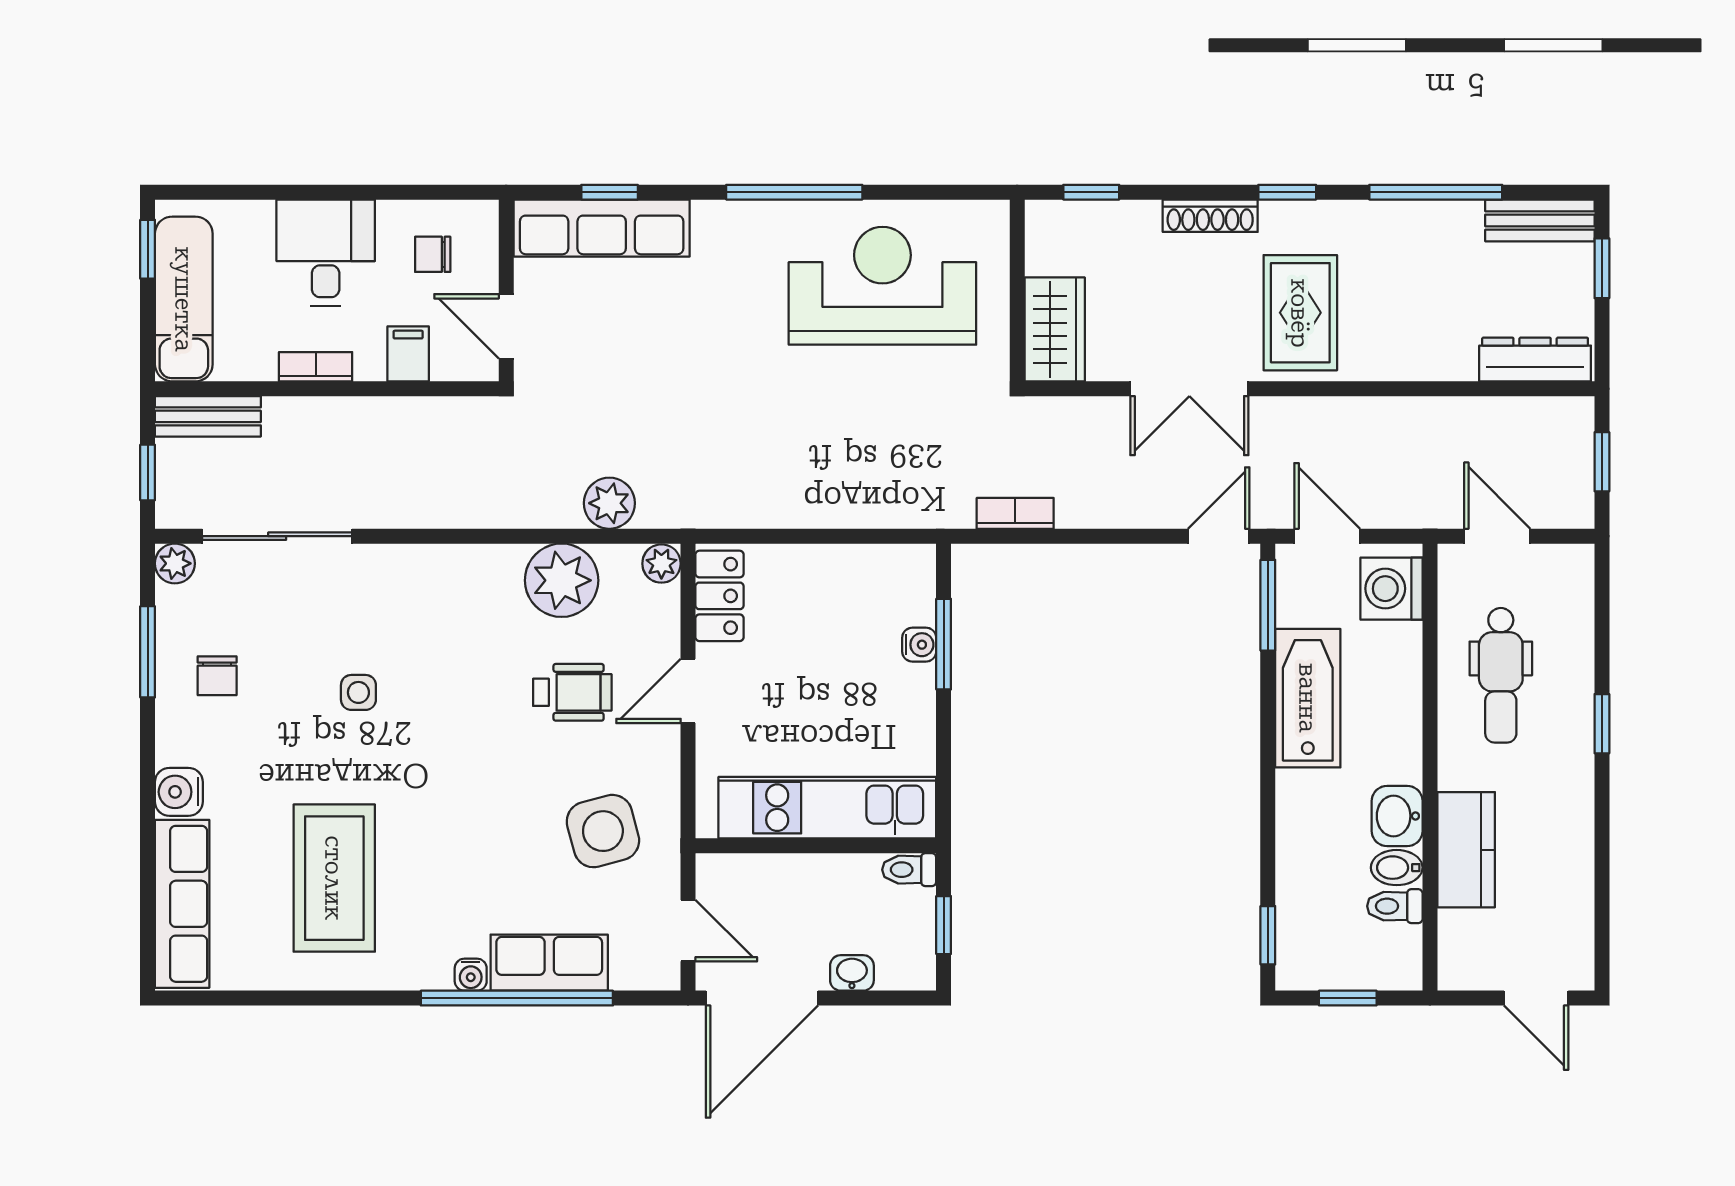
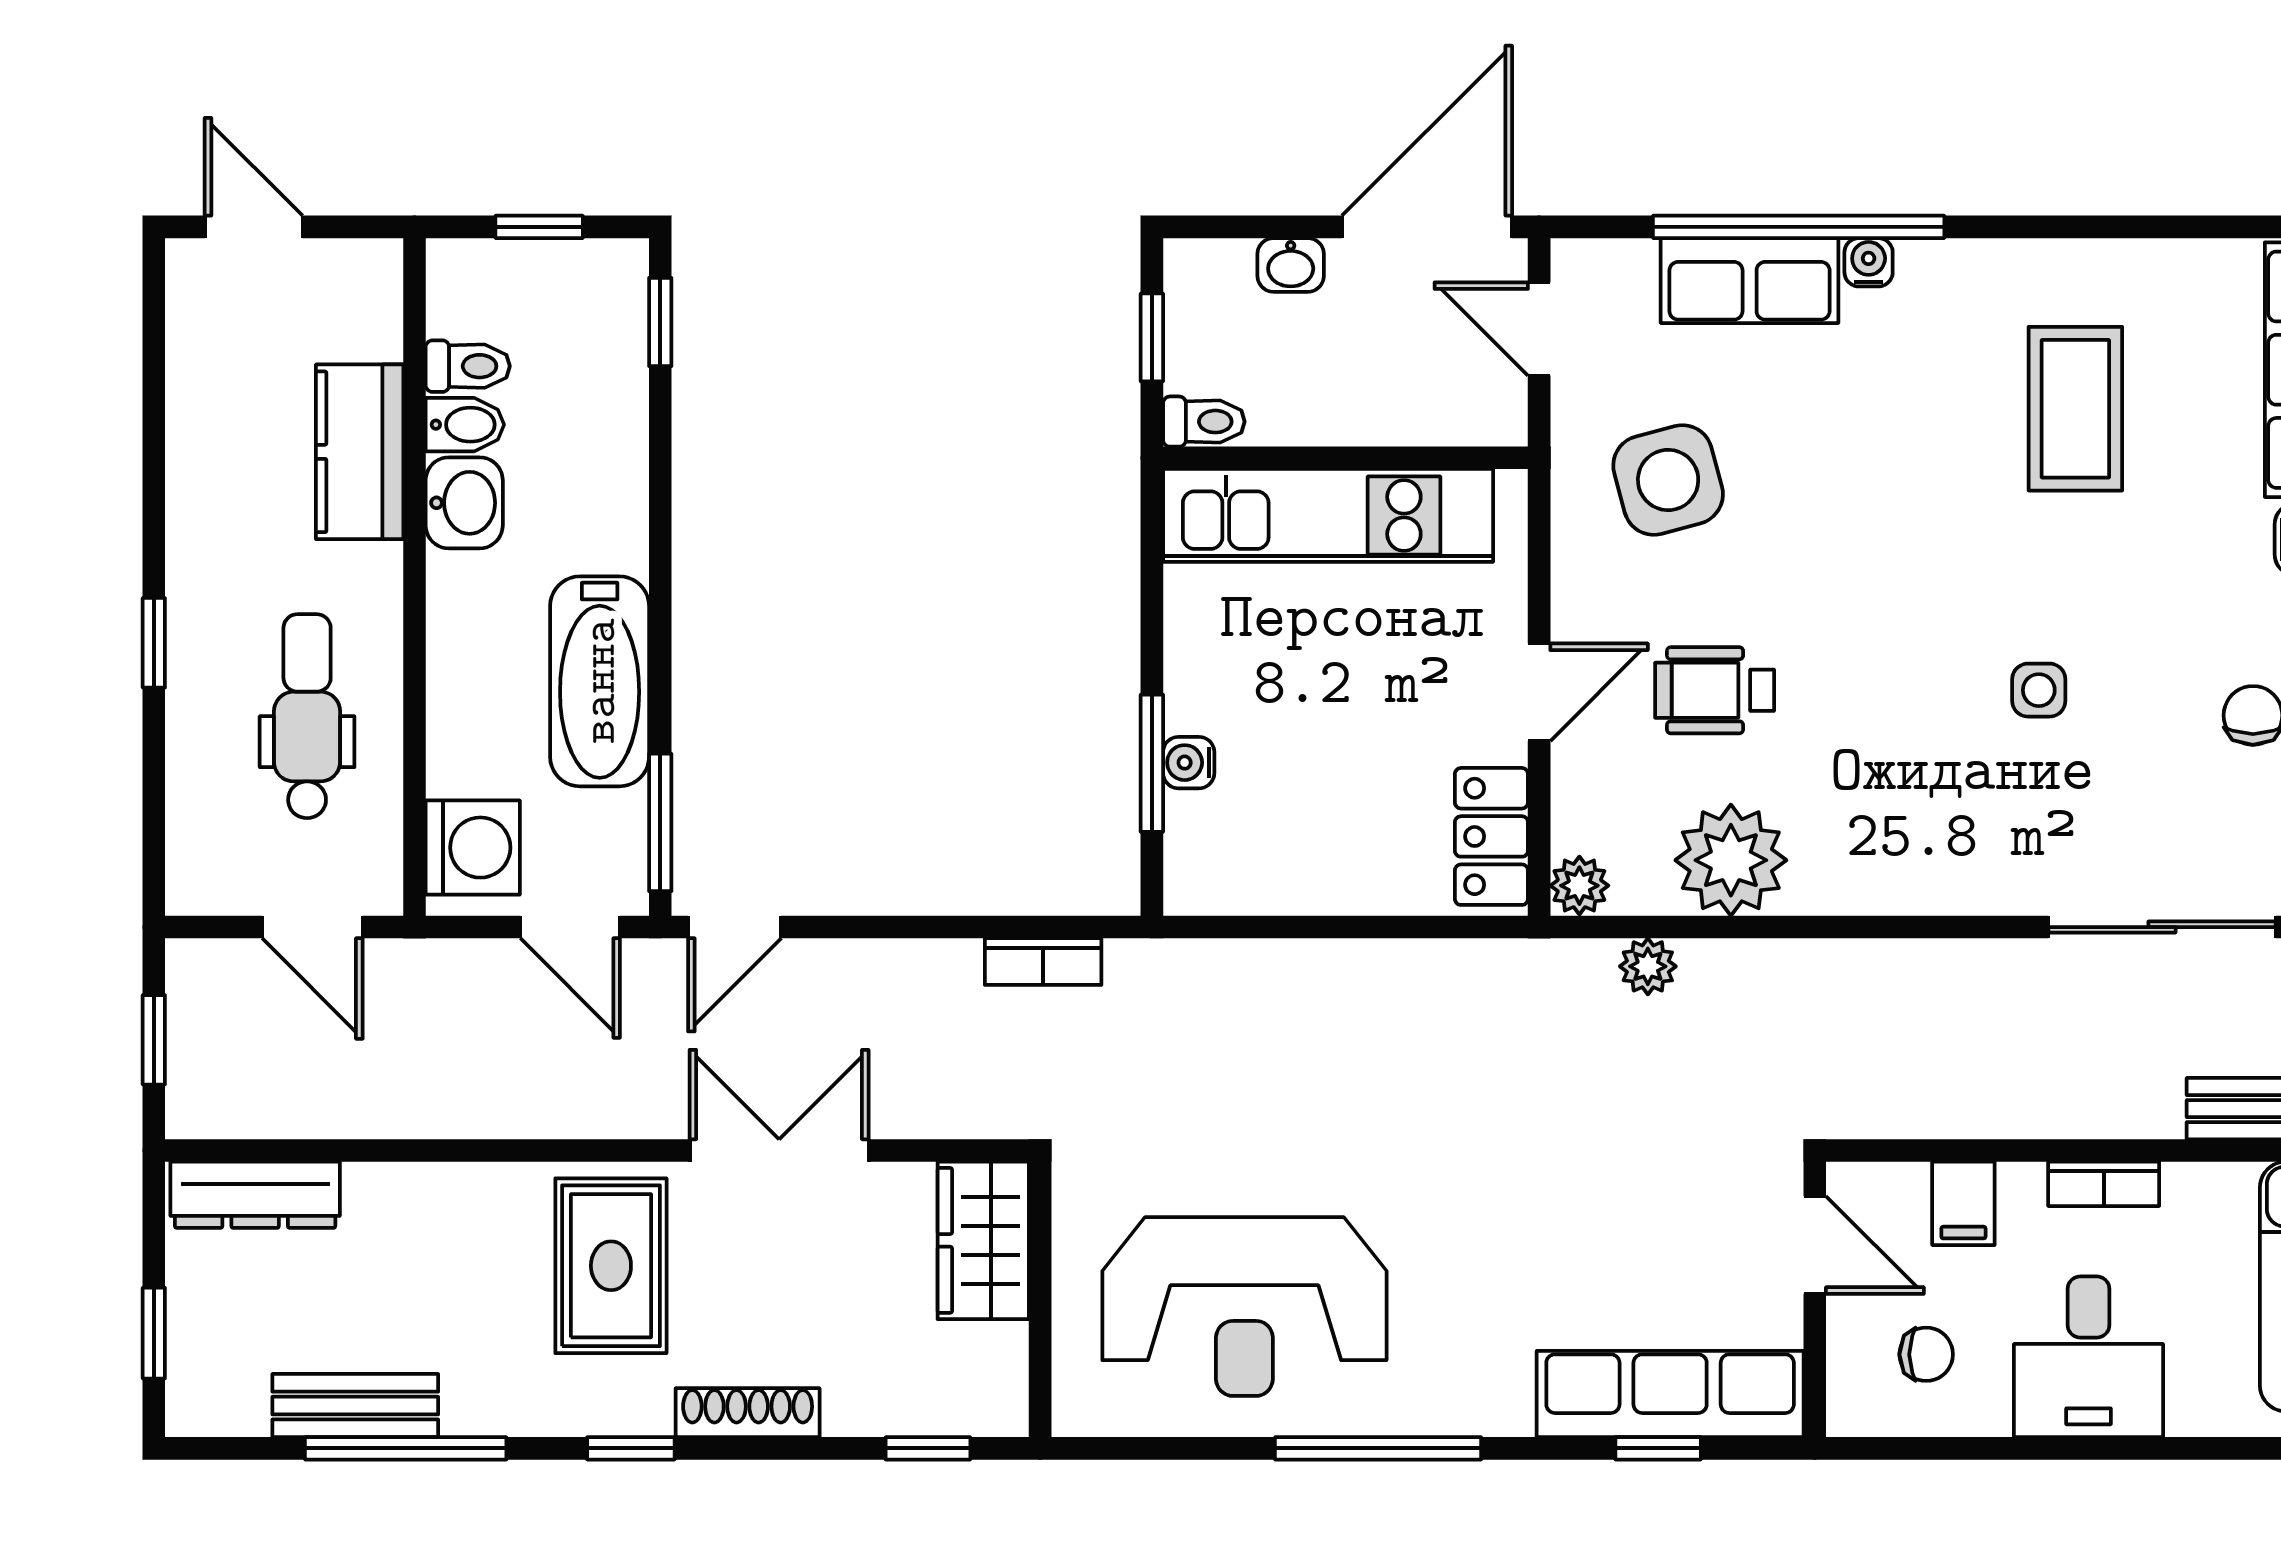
bench: (1540, 220) -> (355, 1406), moved
plant: (609, 503) -> (1648, 966), width x0.73, depth x0.73
coffee table: (334, 878) -> (2075, 409), width x0.73, depth x0.76

